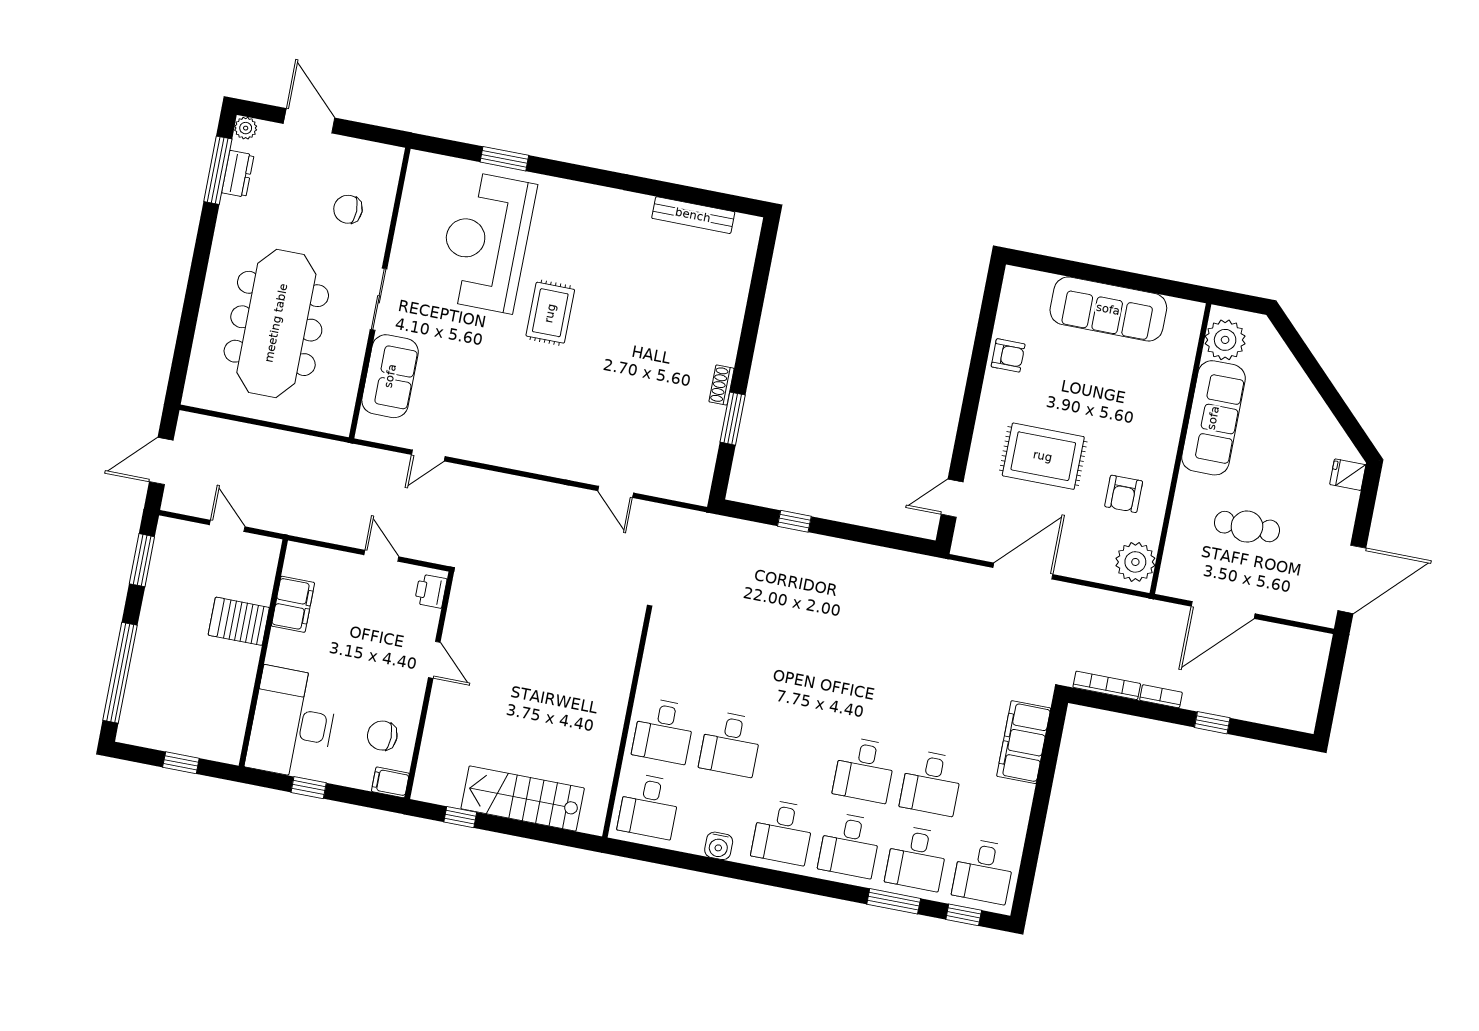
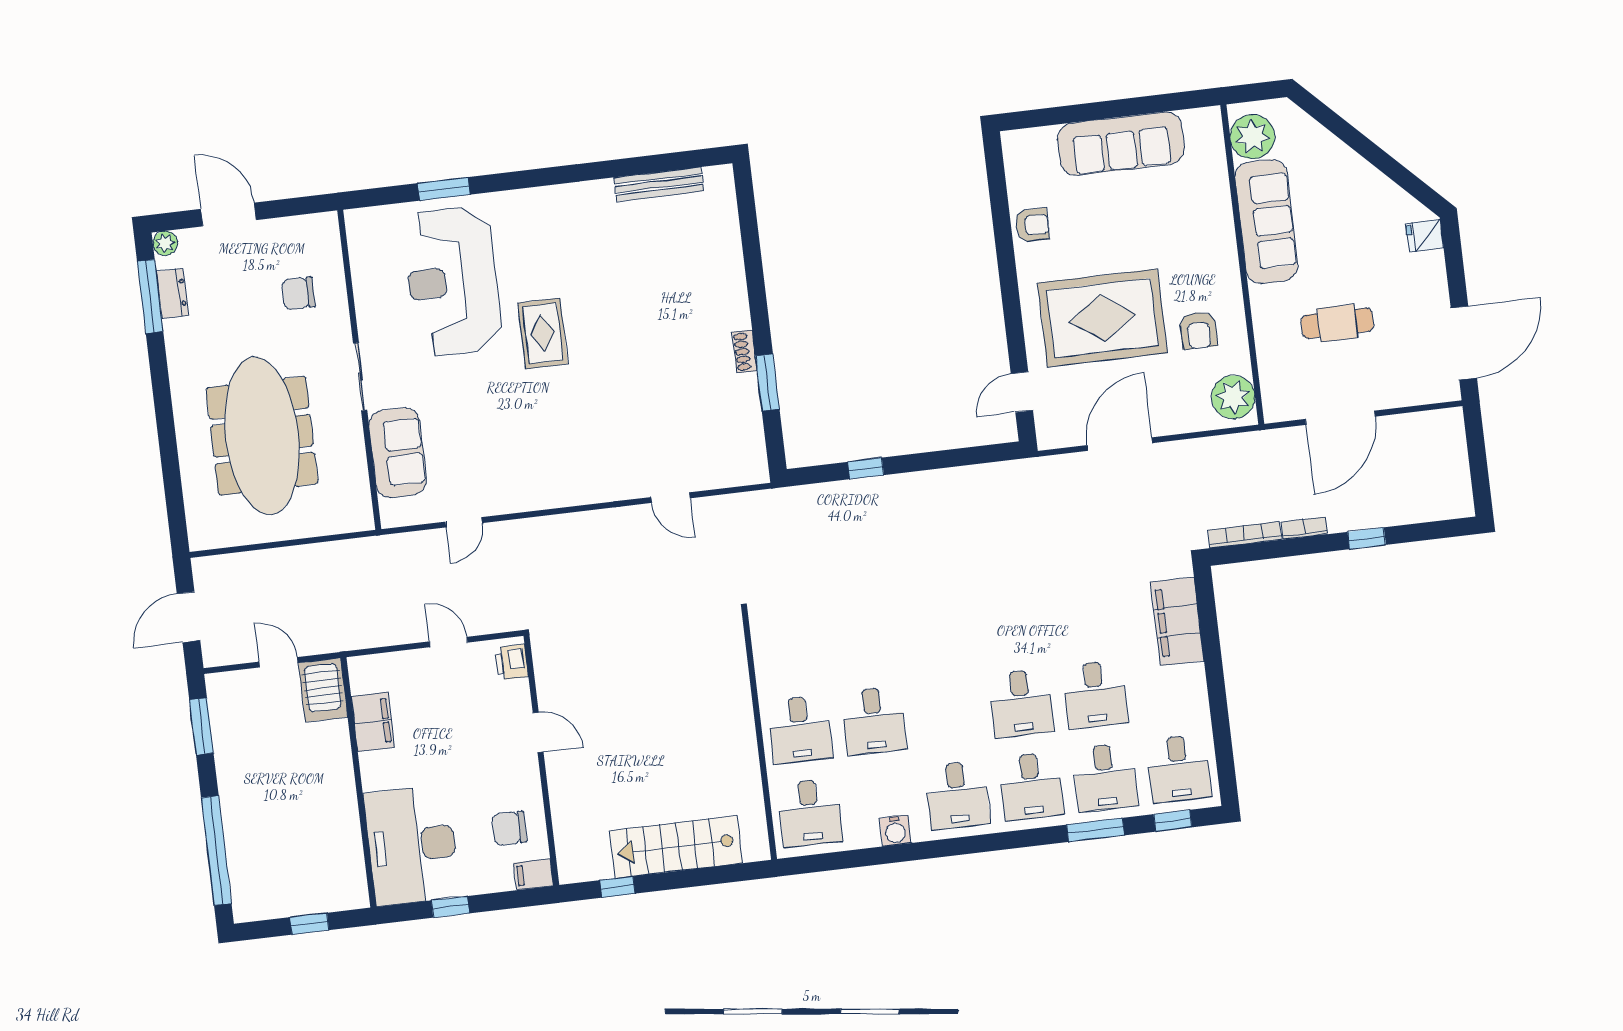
rug: (1043, 456) -> (1102, 318), width x1.37, depth x1.44
server rack: (239, 621) -> (323, 690), moved, turned -90

